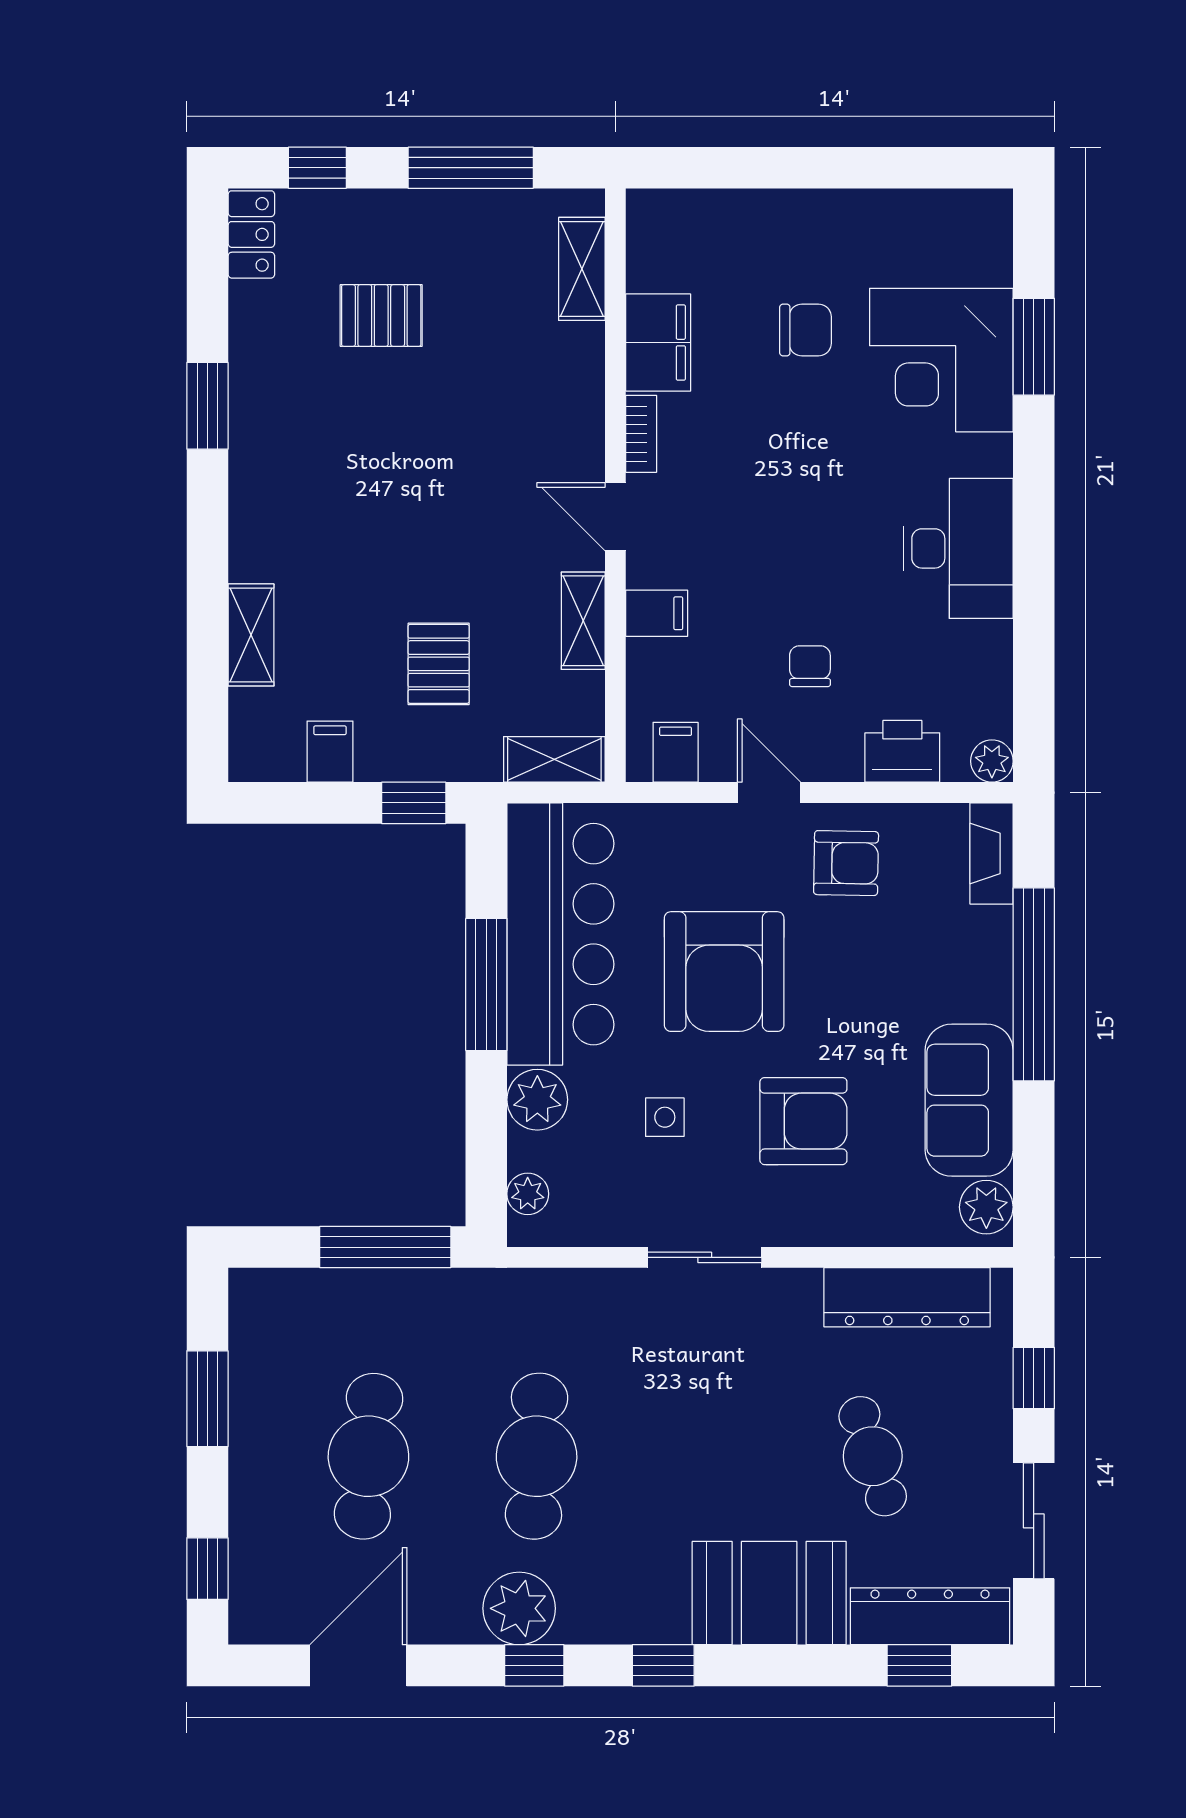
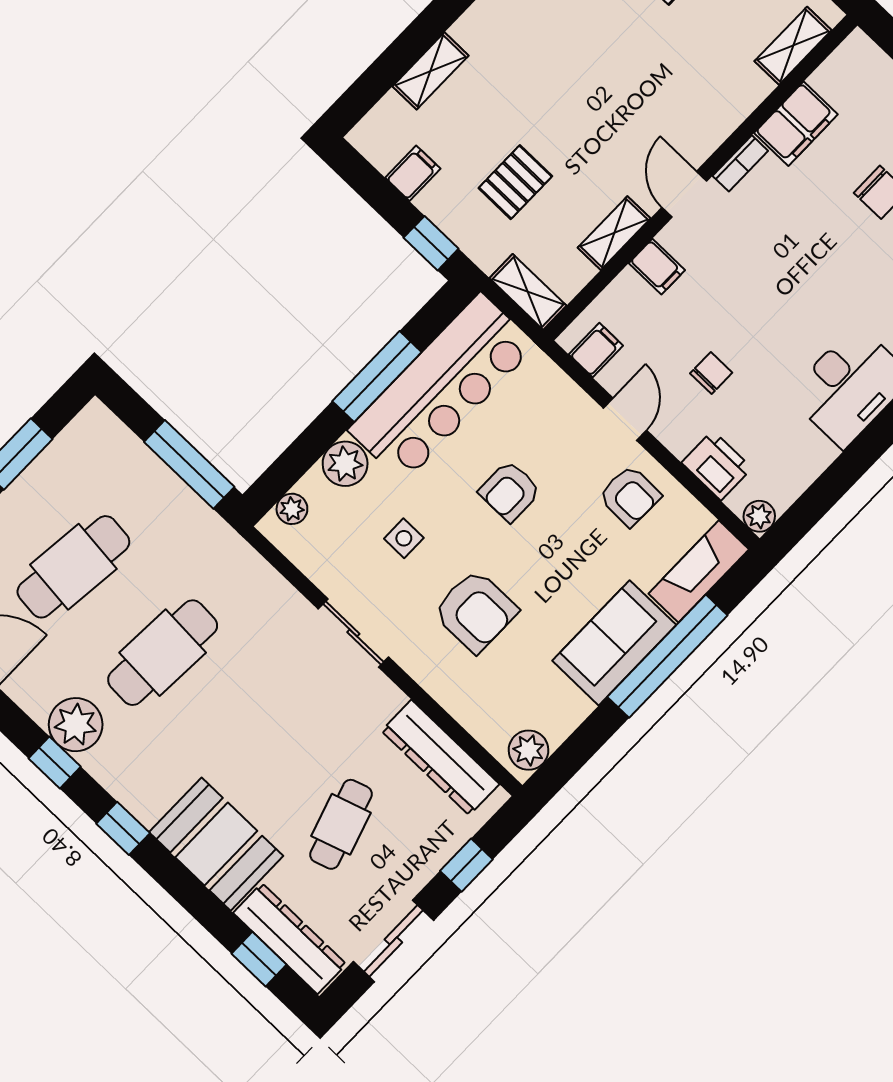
fireplace: (991, 853) -> (699, 571), width x1.37, depth x1.32
armchair: (724, 972) -> (510, 491), width x0.53, depth x0.53
sofa: (969, 1100) -> (614, 643), moved

